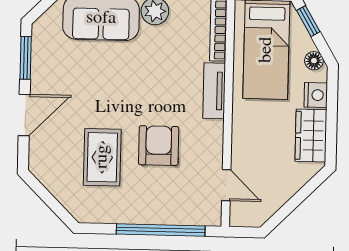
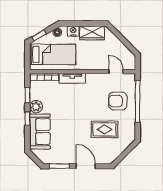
armchair: (159, 146) -> (118, 101), moved
door: (226, 185) -> (116, 72), hinge flipped

